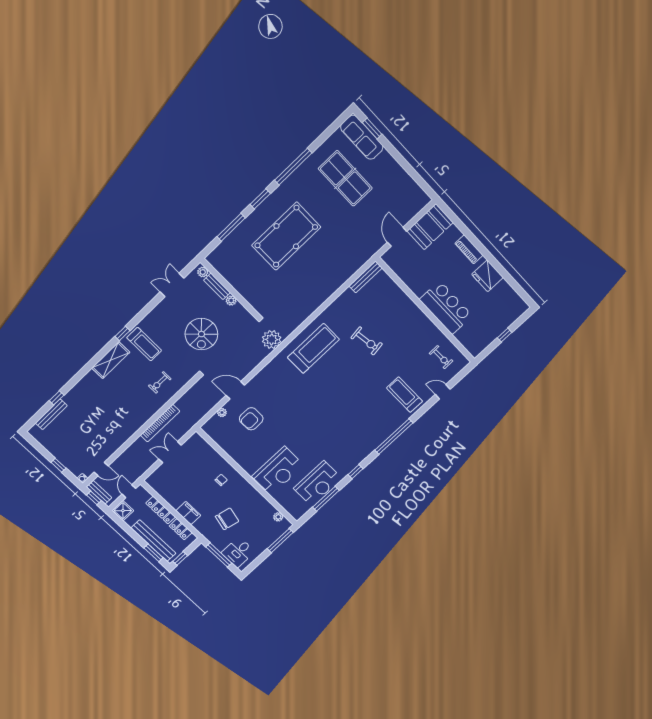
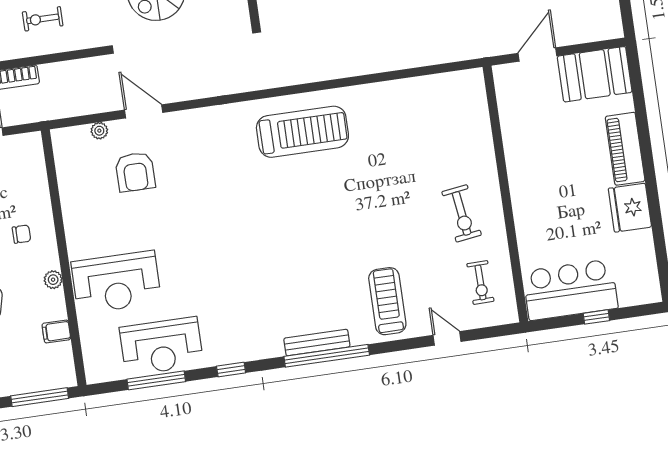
piano: (469, 249) -> (625, 149), width x1.37, depth x1.33
bench: (366, 277) -> (317, 342), moved
bar counter: (446, 308) -> (570, 290), moved, turned -90
plant: (272, 339) -> (251, 74), removed
exercise bike: (367, 341) -> (462, 213), moved
armchair: (251, 419) -> (135, 172), turned -90
filing cabinet: (267, 509) -> (56, 331), added
plant: (278, 517) -> (53, 280), moved

